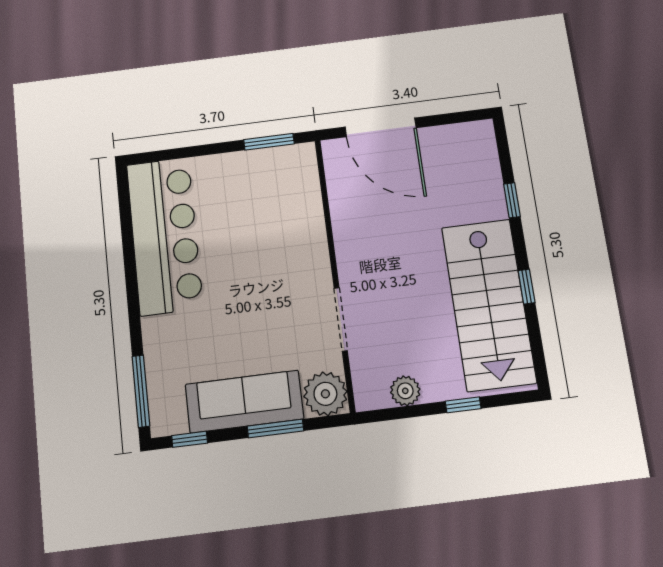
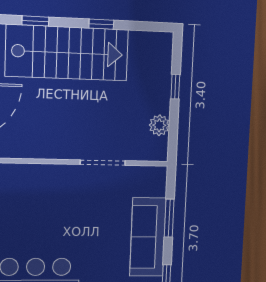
stairs: (489, 304) -> (67, 53), moved
plant: (325, 394) -> (152, 181), removed

